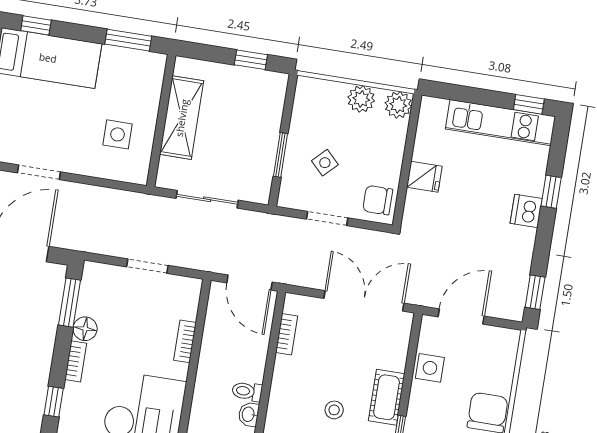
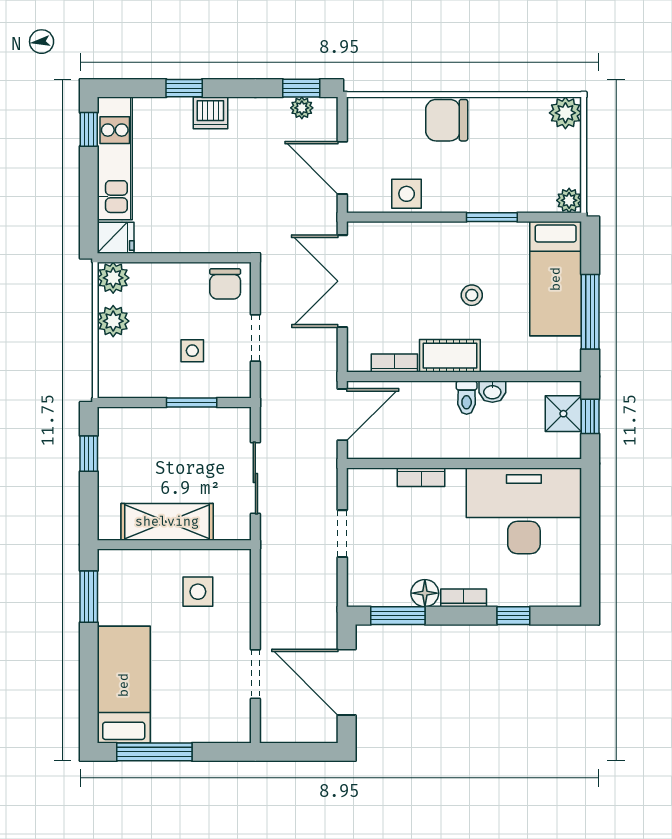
window: (36, 25) -> (89, 704), removed
side table: (325, 163) -> (192, 351), turned 45
fridge: (424, 177) -> (116, 238), moved, turned 90
plant: (518, 290) -> (302, 108), added
cot: (387, 397) -> (450, 356), moved

